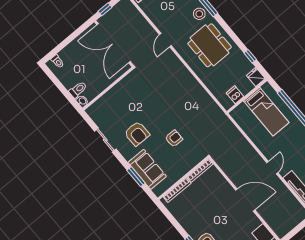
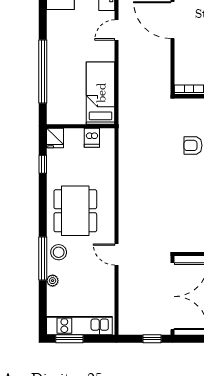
door: (165, 40) -> (116, 255), swing flipped
bed: (266, 112) -> (101, 93), moved

